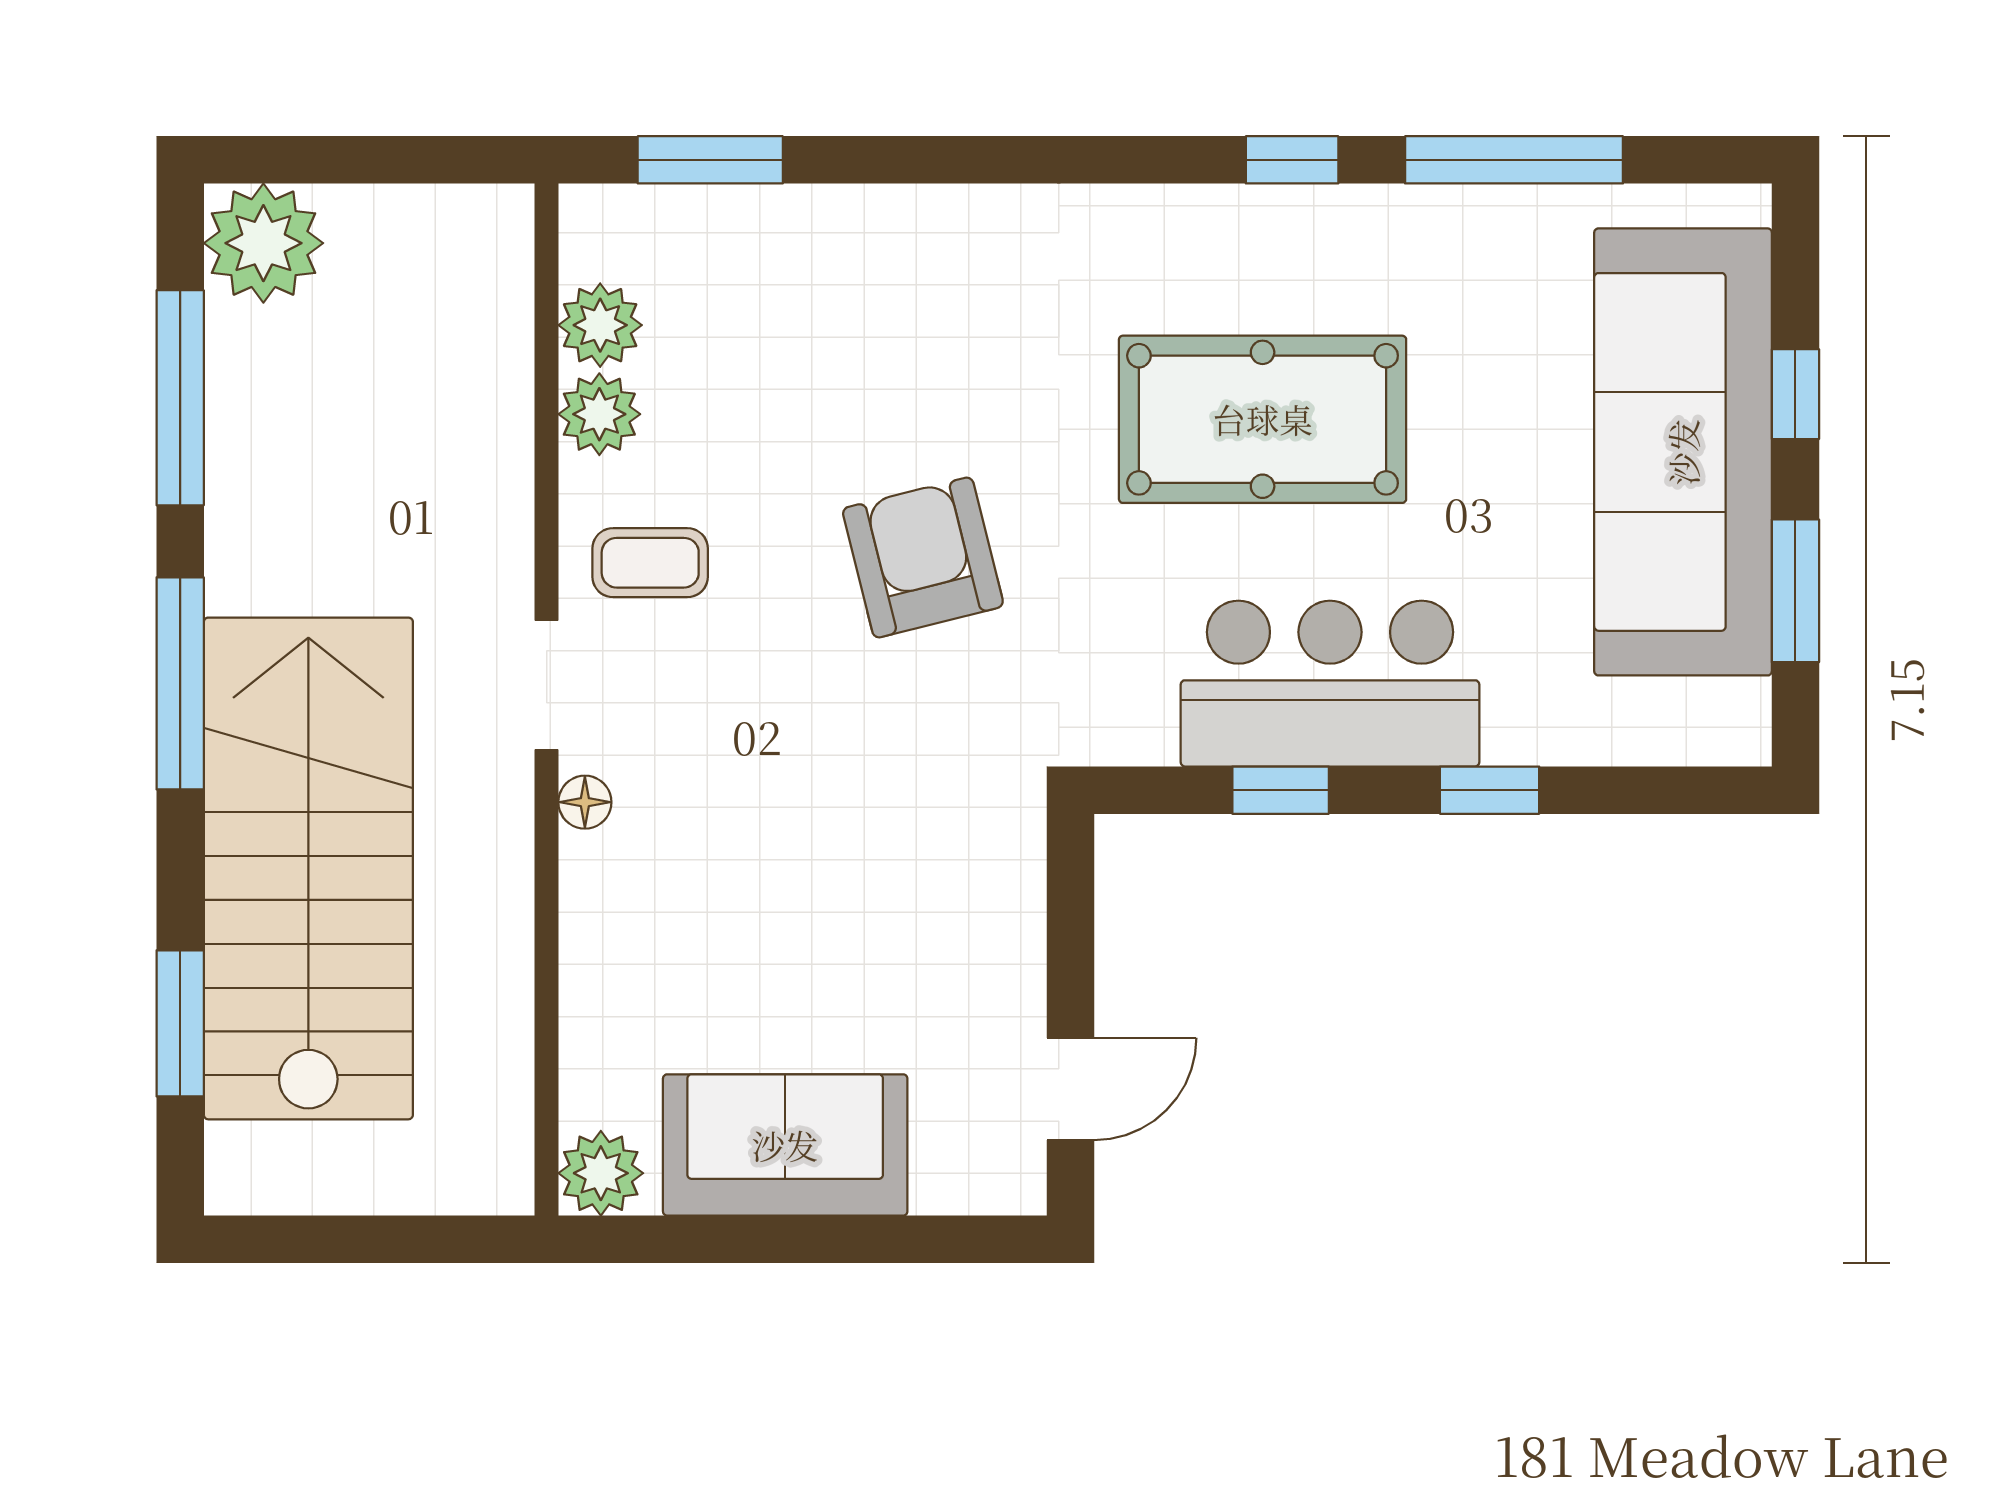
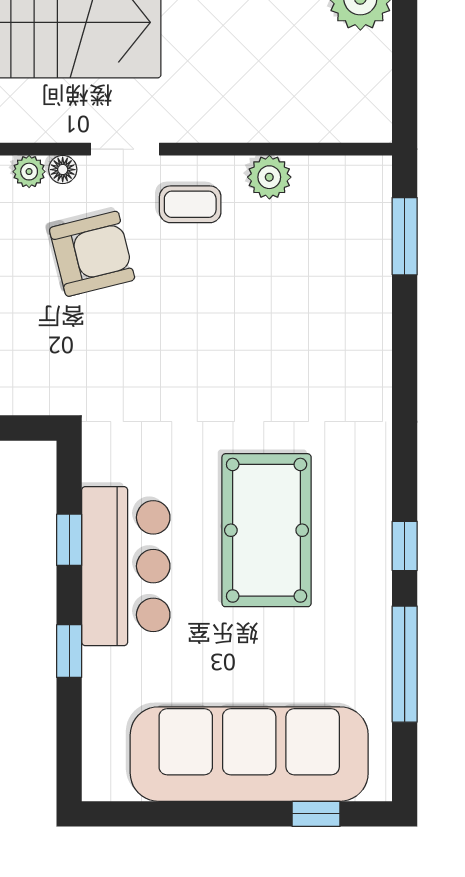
plant: (600, 325) -> (29, 172), moved, width x0.73, depth x0.73
window: (1795, 394) -> (316, 814), moved
armchair: (923, 557) -> (92, 254), moved
coffee table: (650, 563) -> (190, 204), turned 90
window: (1795, 591) -> (175, 814), removed

